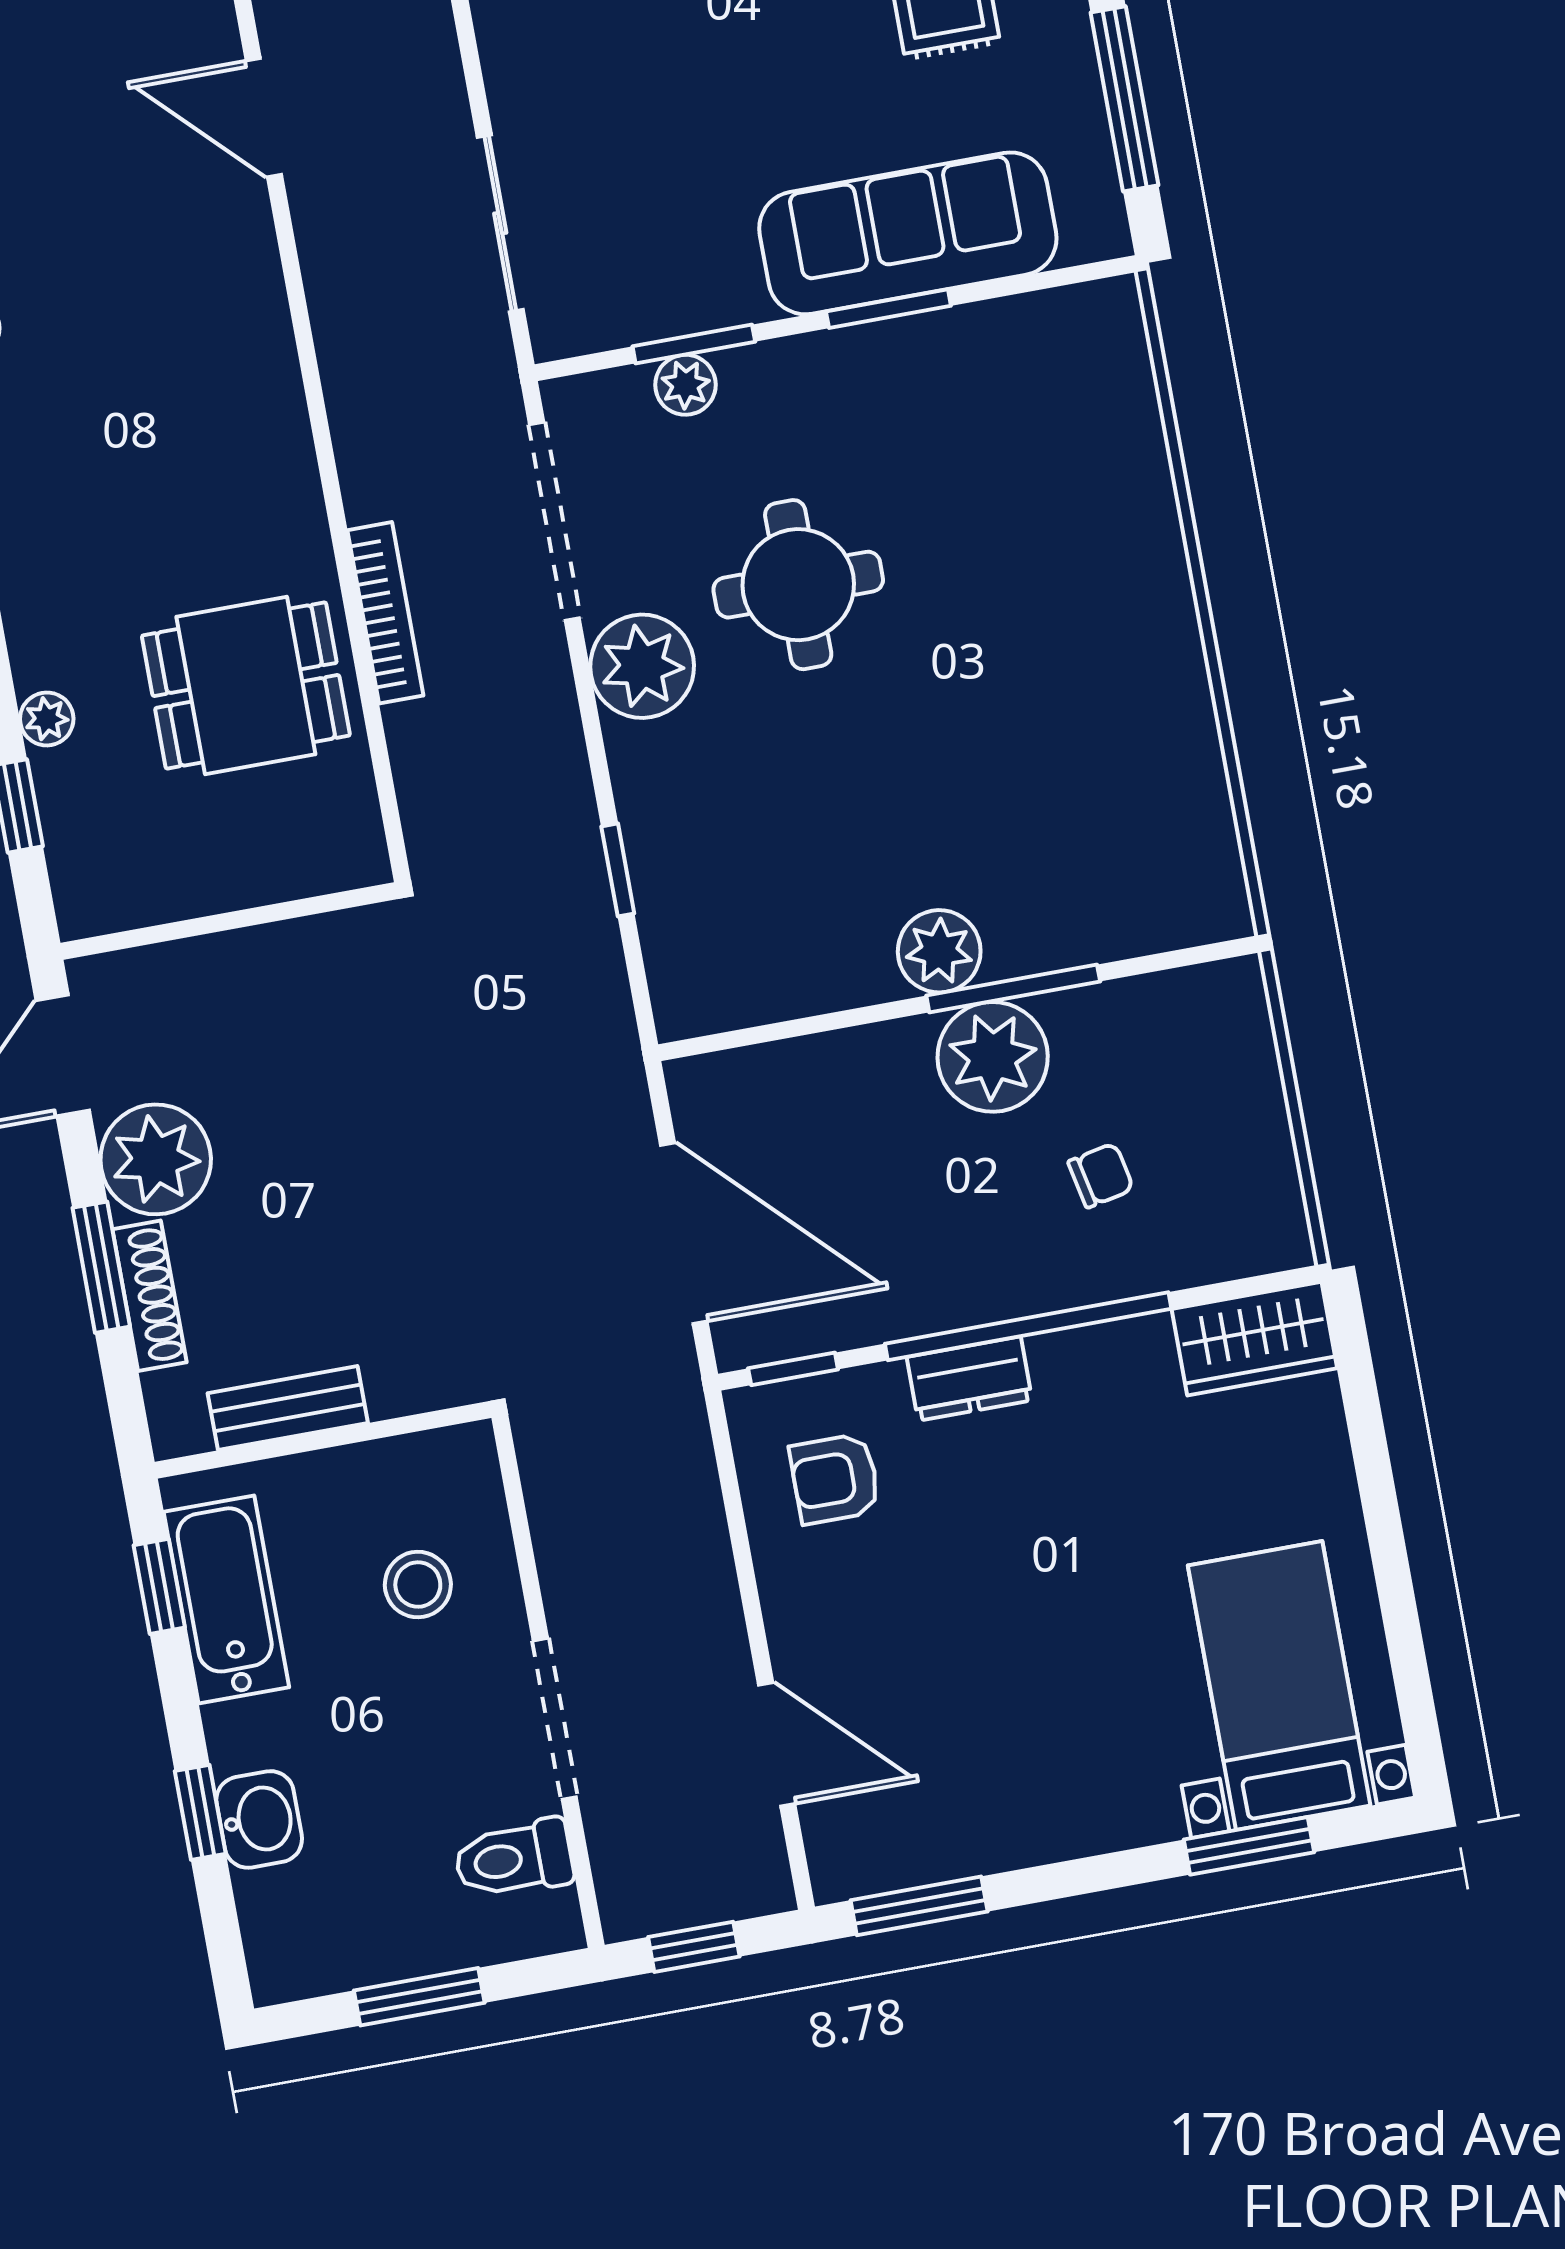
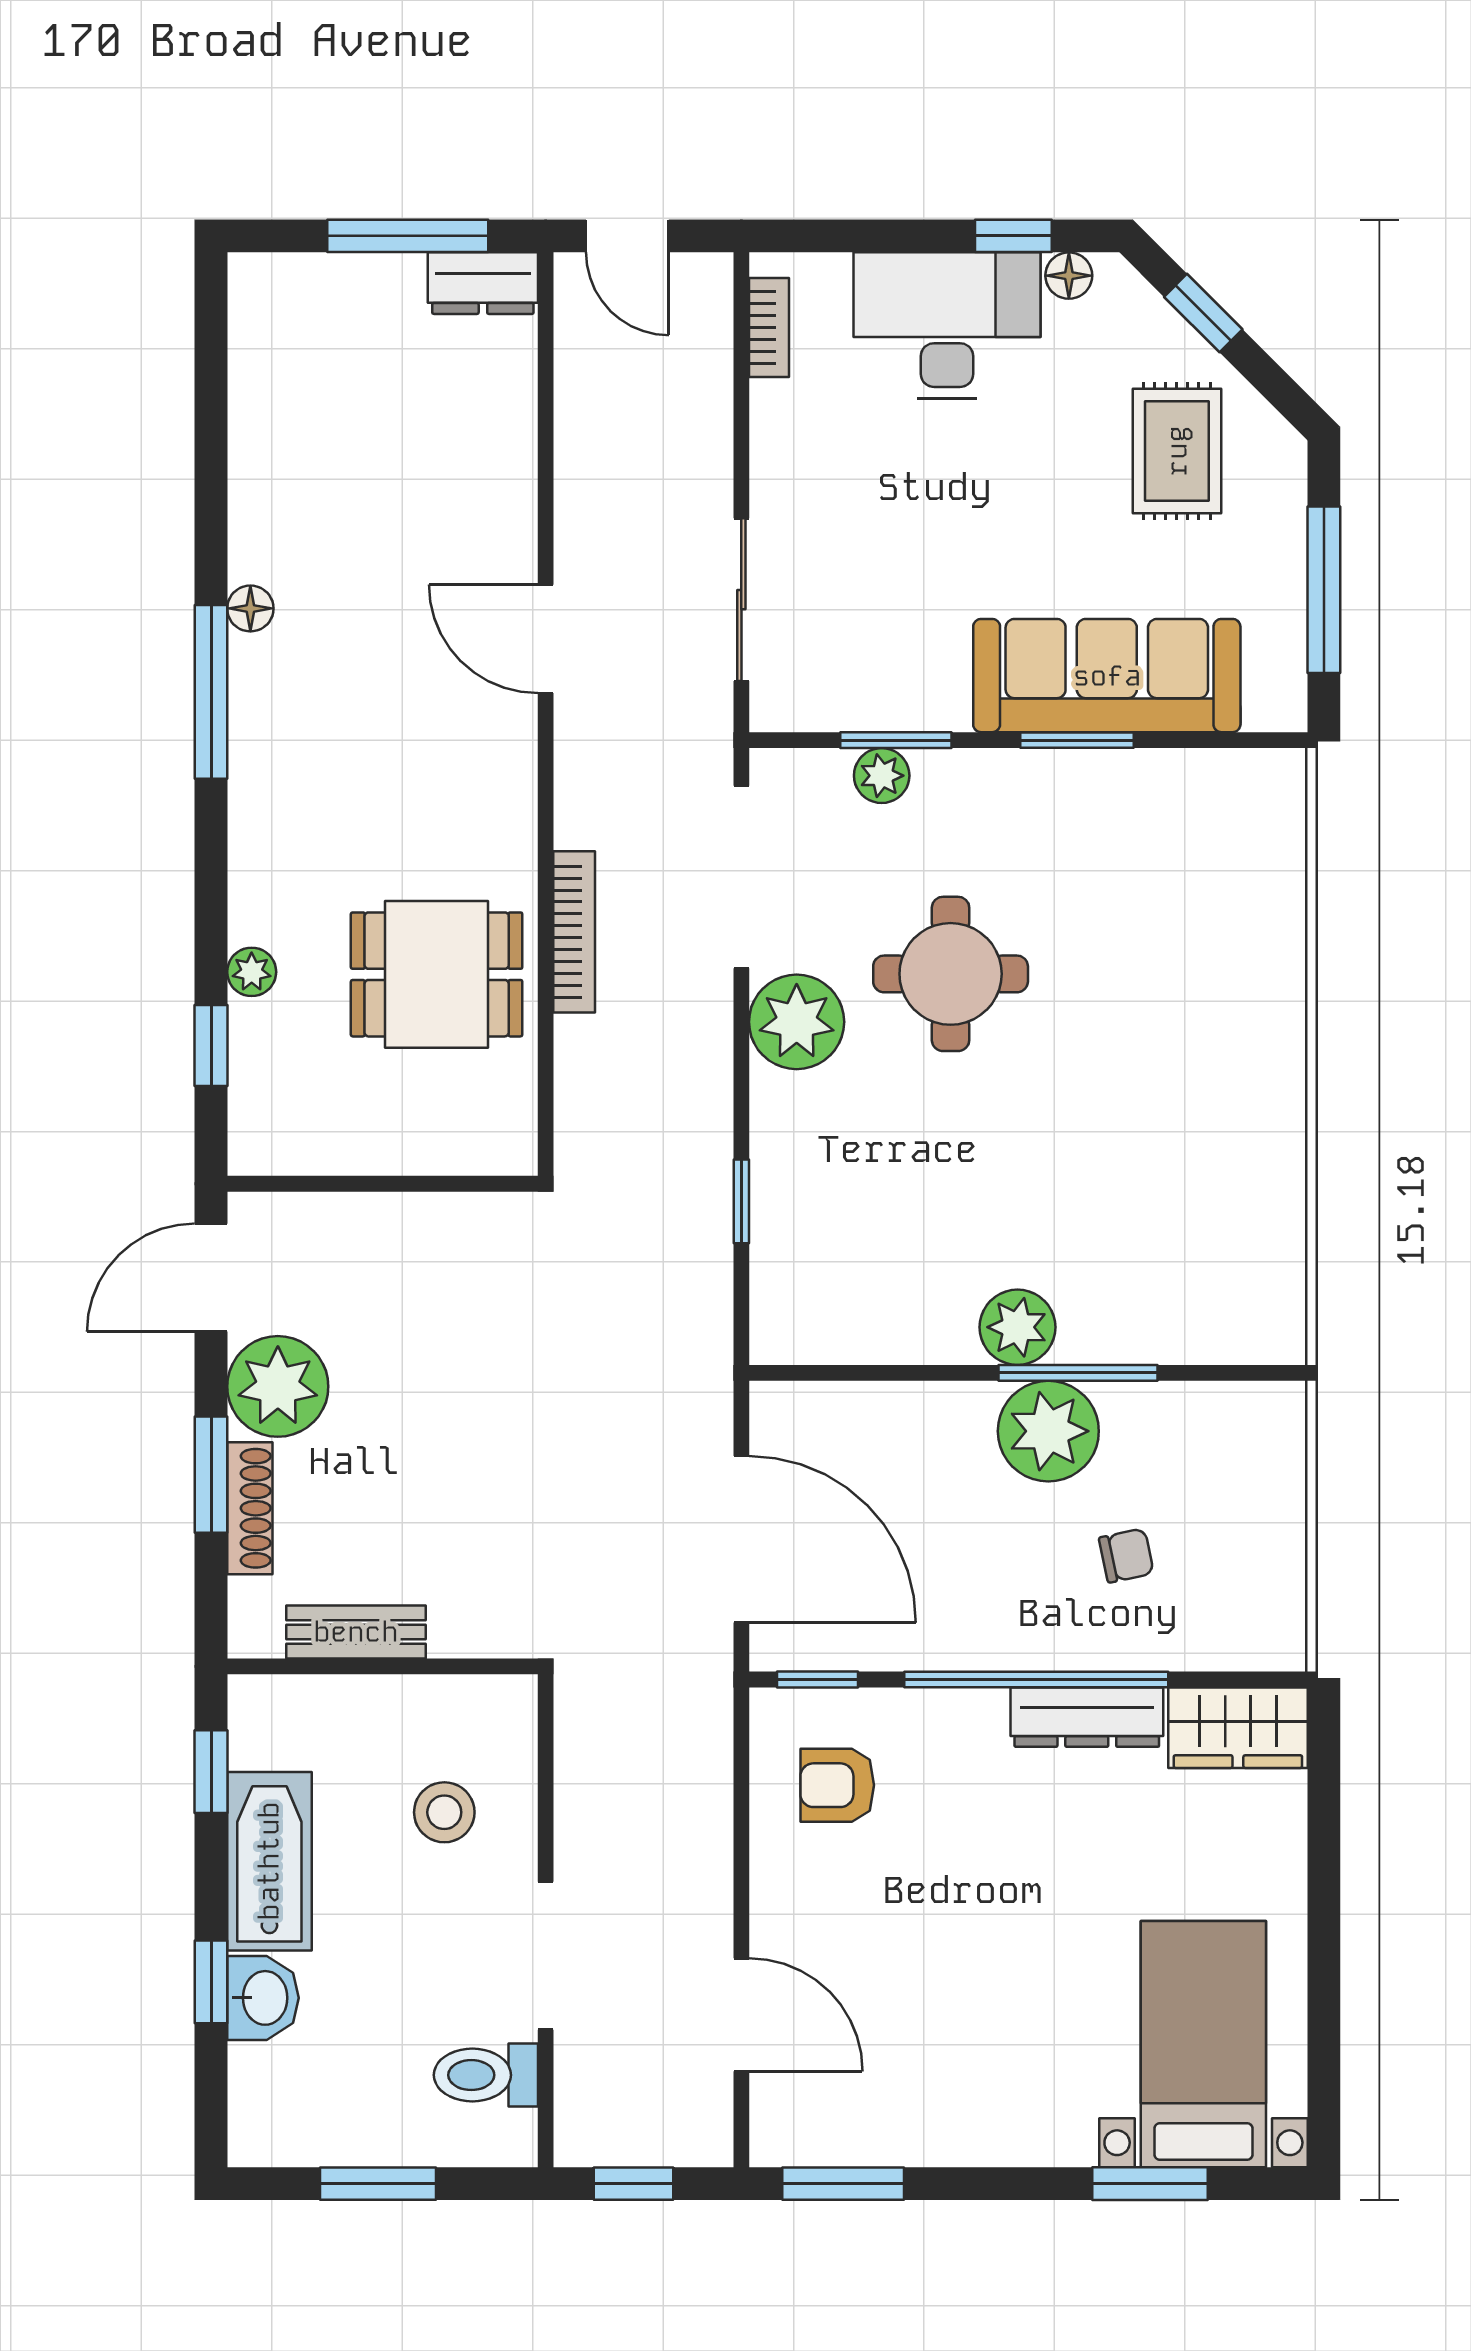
door: (264, 118) -> (546, 639), moved
dresser: (969, 1379) -> (1087, 1717), moved, width x1.44
bathtub: (226, 1600) -> (269, 1861), moved

